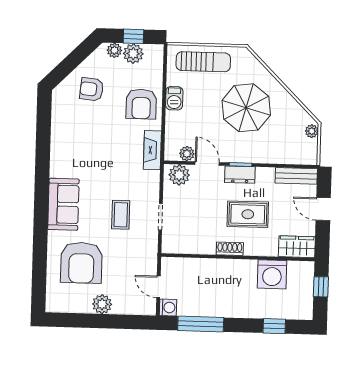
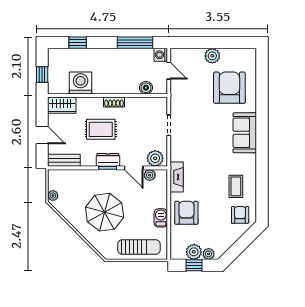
sun lounger: (203, 62) -> (139, 247), turned 180
armchair: (92, 89) -> (240, 215), moved, turned -96
coffee table: (121, 215) -> (236, 186), moved
boiler: (188, 266) -> (146, 88), added

